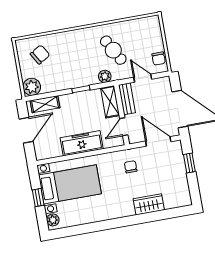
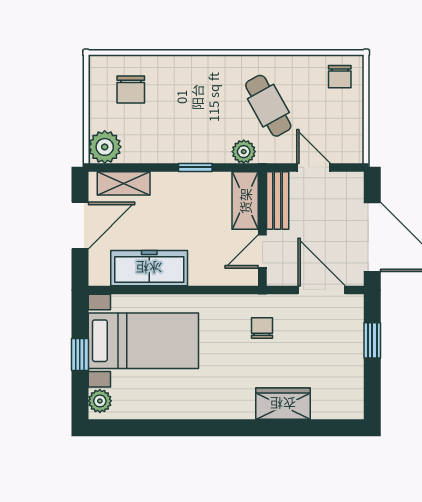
chair: (40, 55) -> (131, 90), turned 121
chair: (159, 58) -> (340, 77), moved
freezer: (82, 143) -> (149, 268), moved

